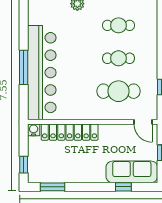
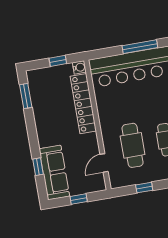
door: (143, 122) -> (104, 163), moved
window: (24, 165) -> (58, 61), moved

